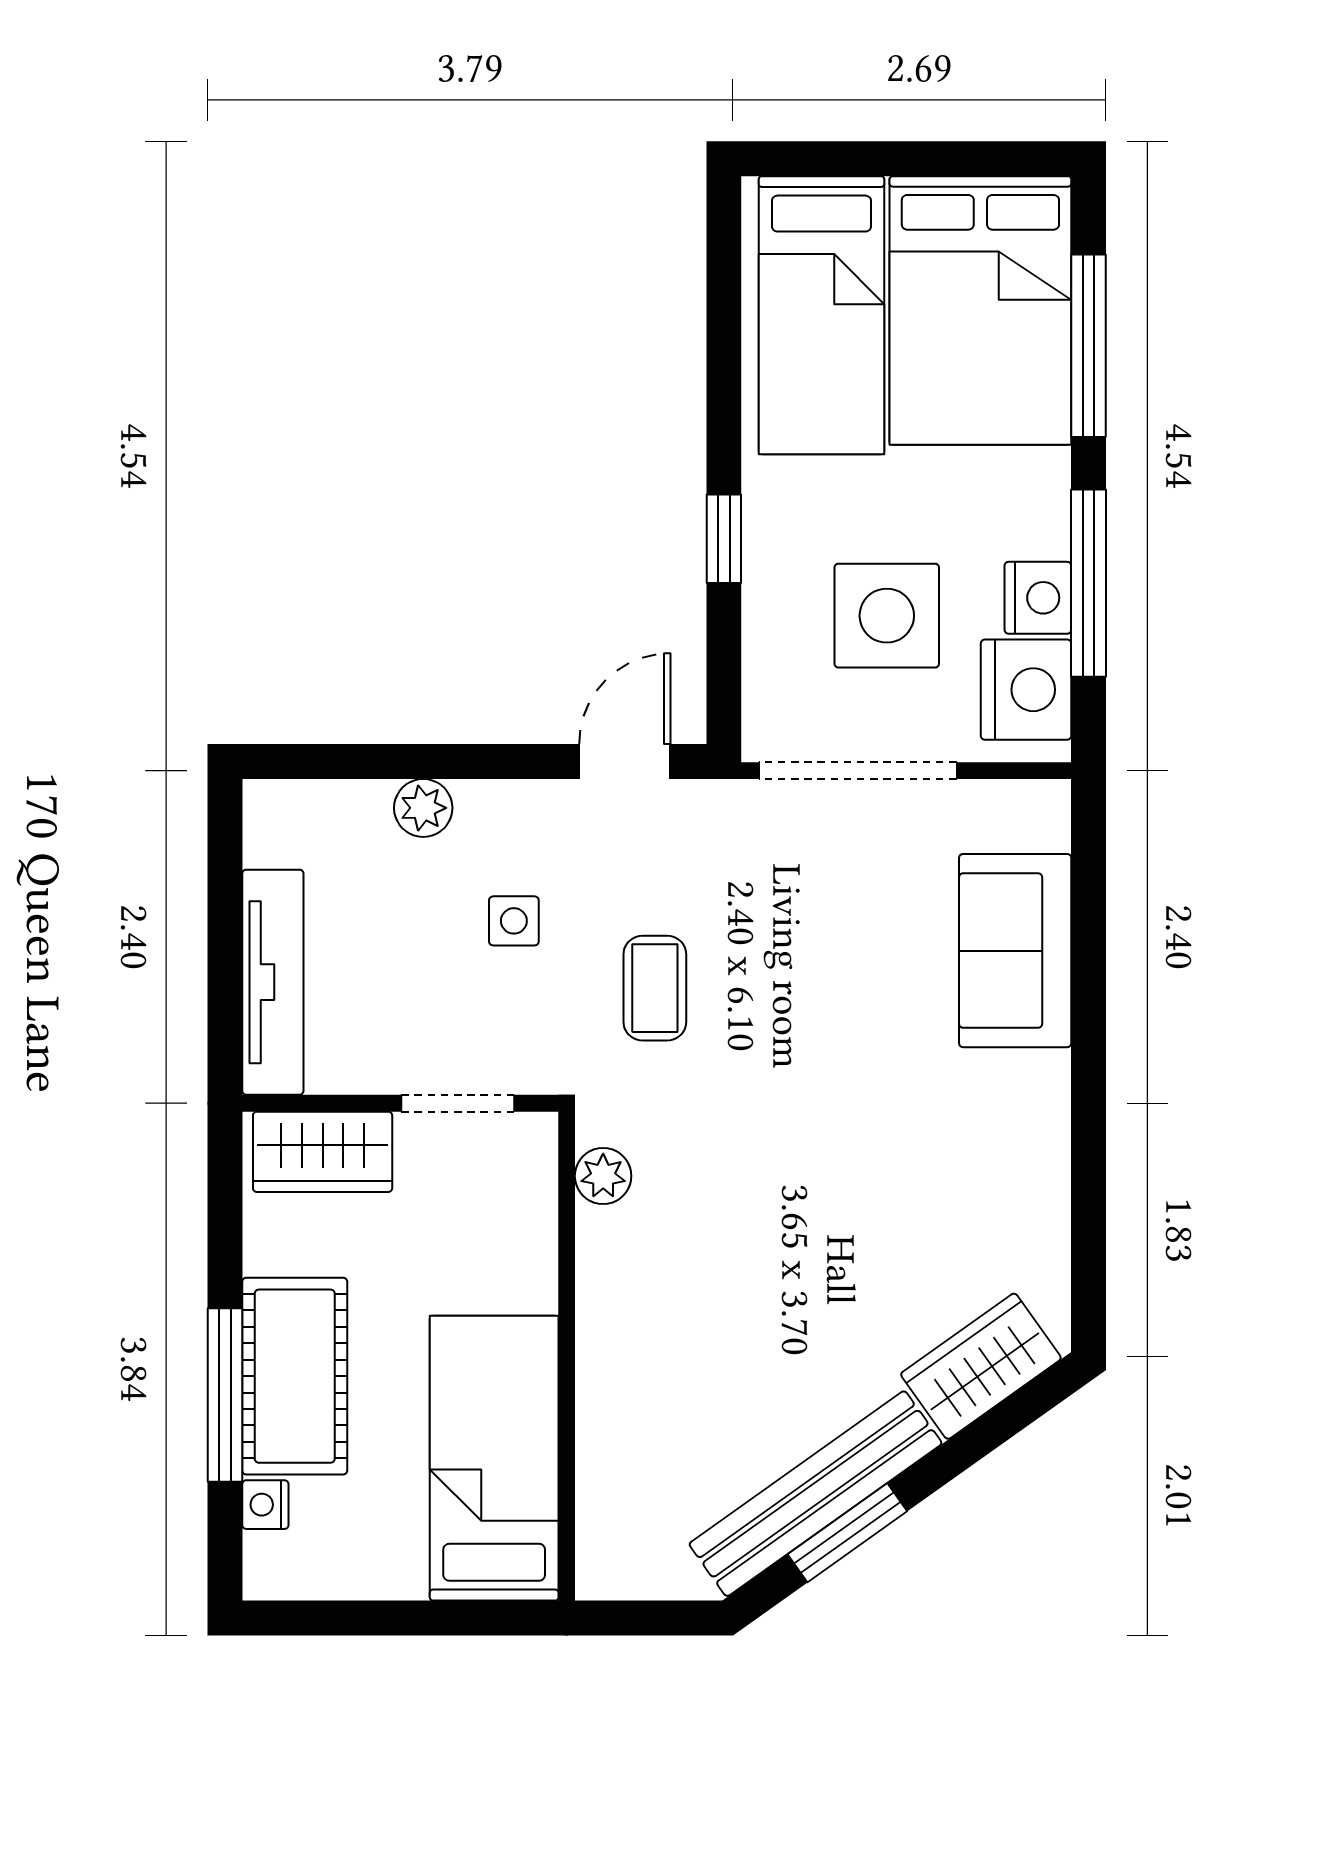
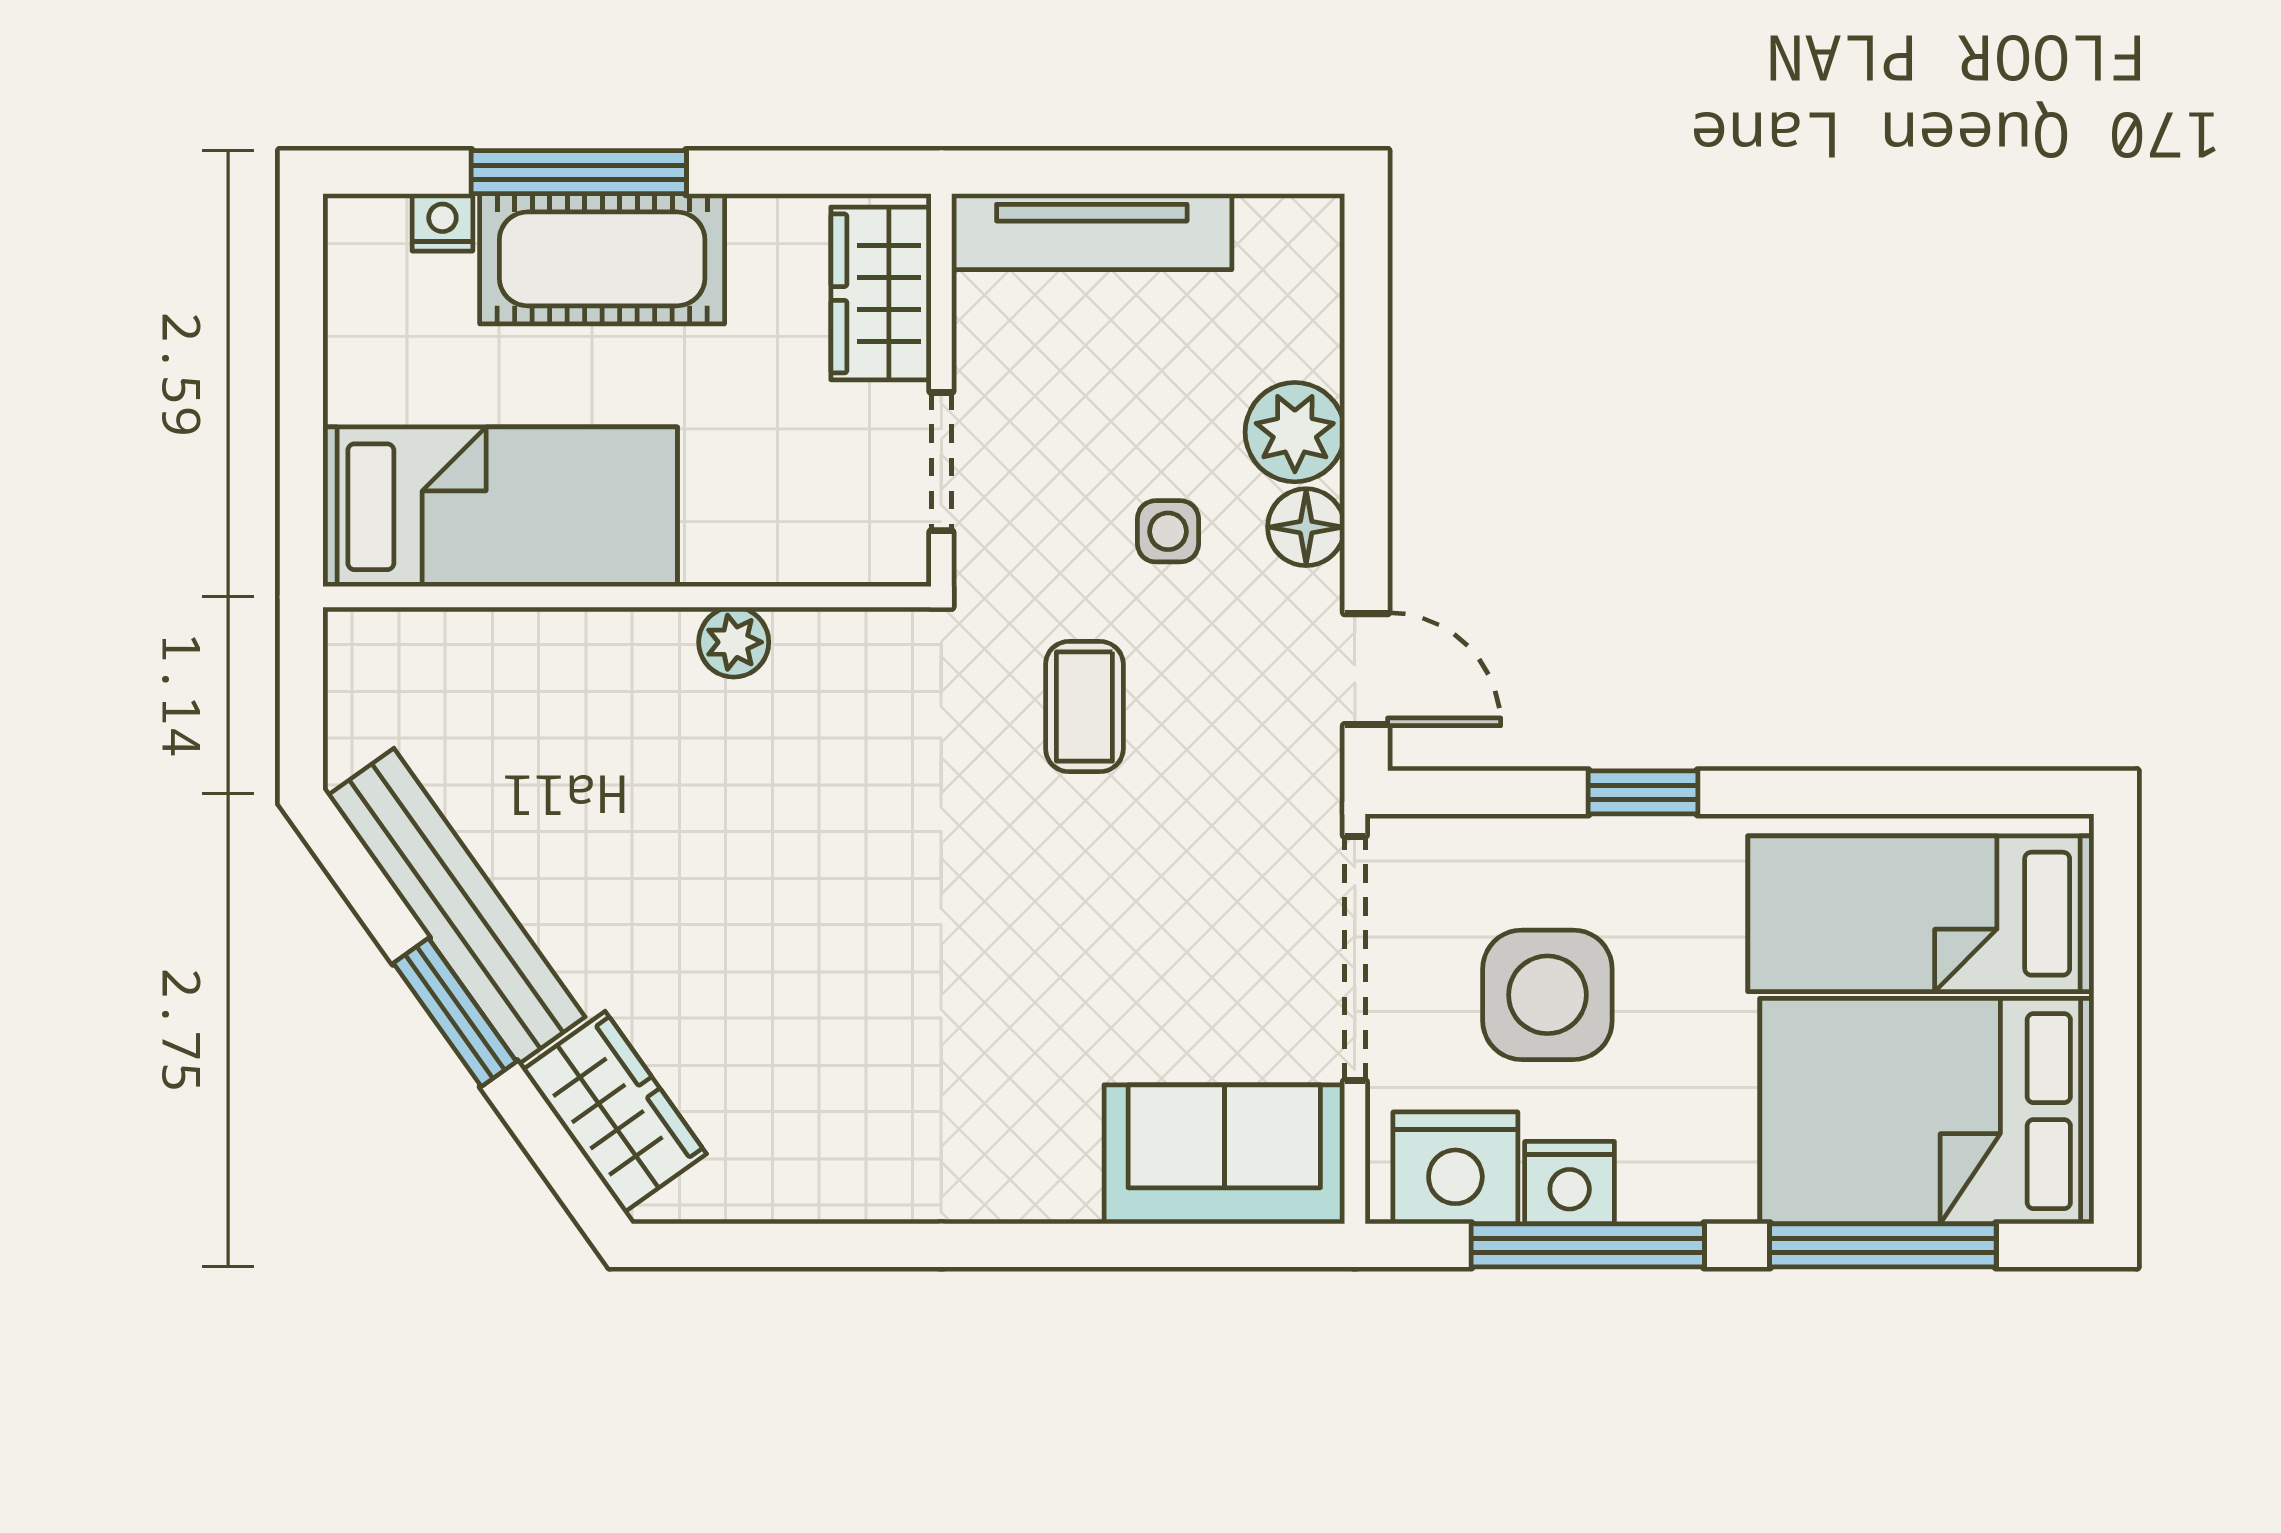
plant: (423, 808) -> (1295, 432), width x1.38, depth x1.38
floor lamp: (511, 810) -> (1306, 527), added
sofa: (1015, 951) -> (1224, 1154), moved
coffee table: (655, 988) -> (1084, 707), turned 90
plant: (603, 1176) -> (734, 642), moved
window: (847, 1533) -> (455, 1012), moved

